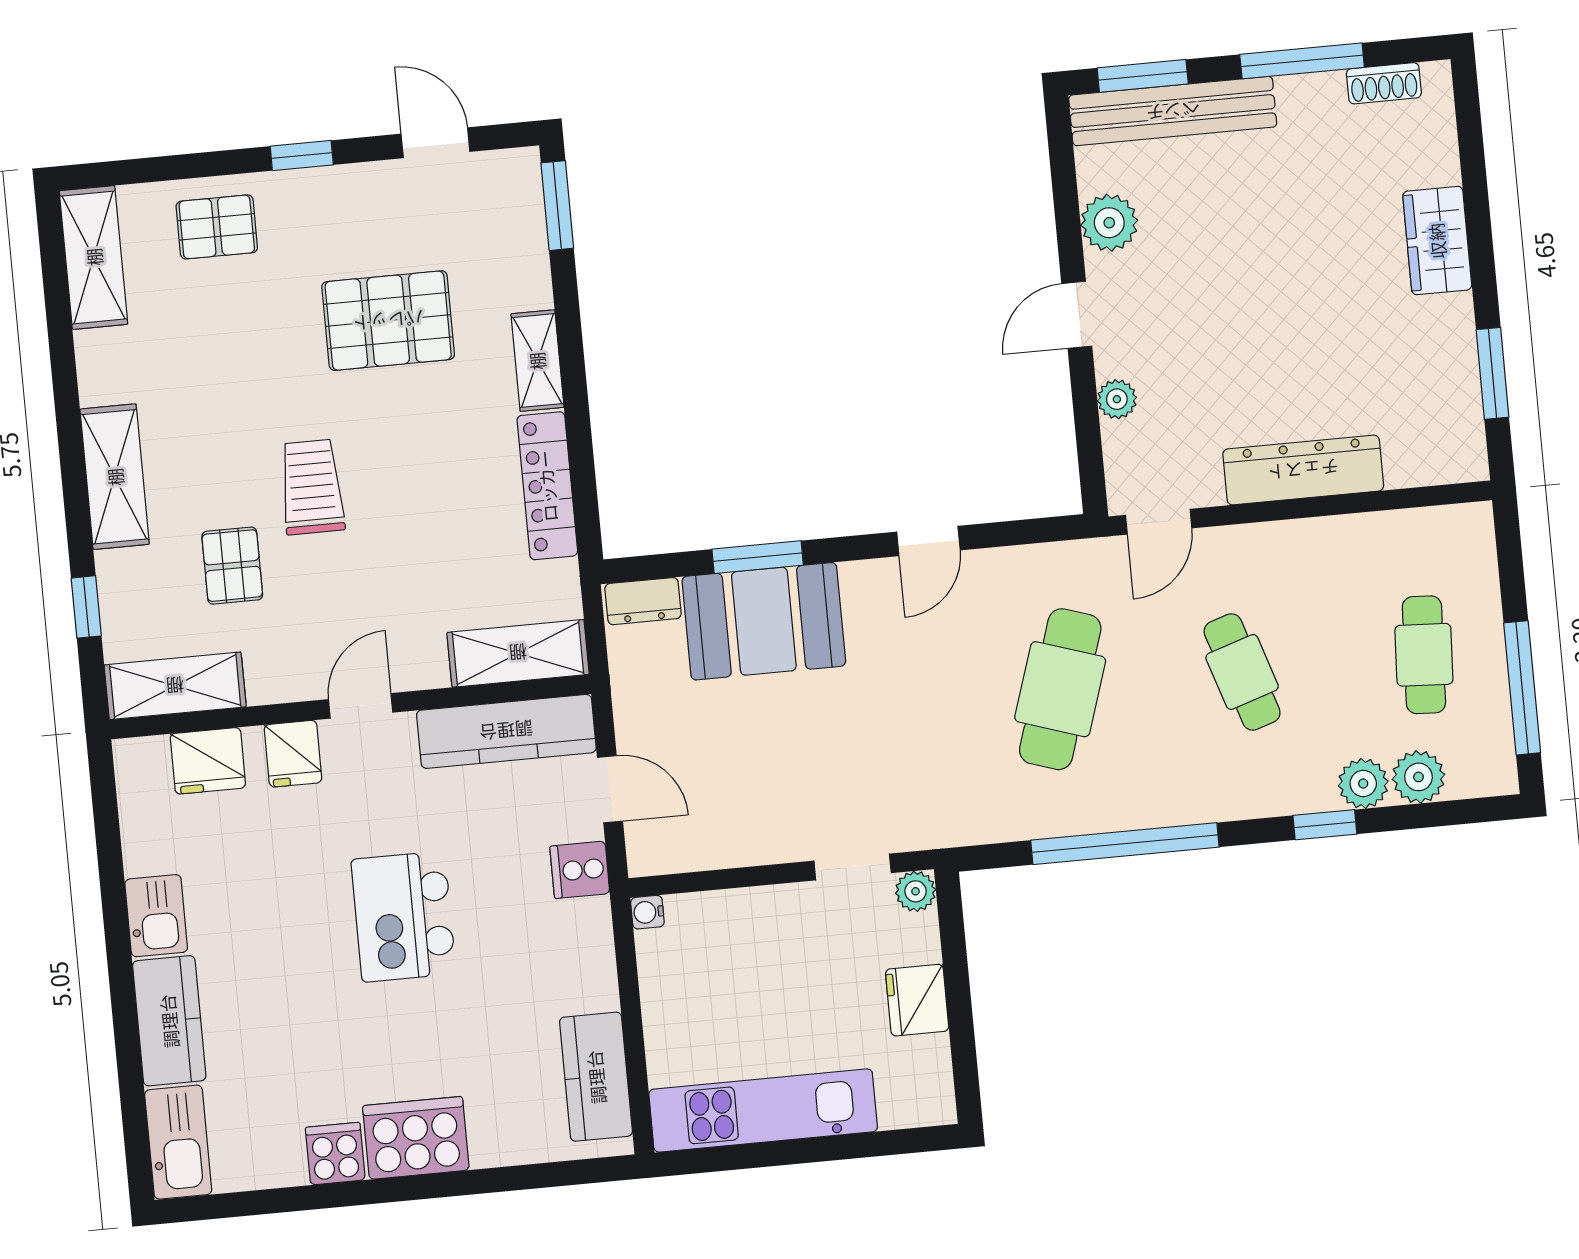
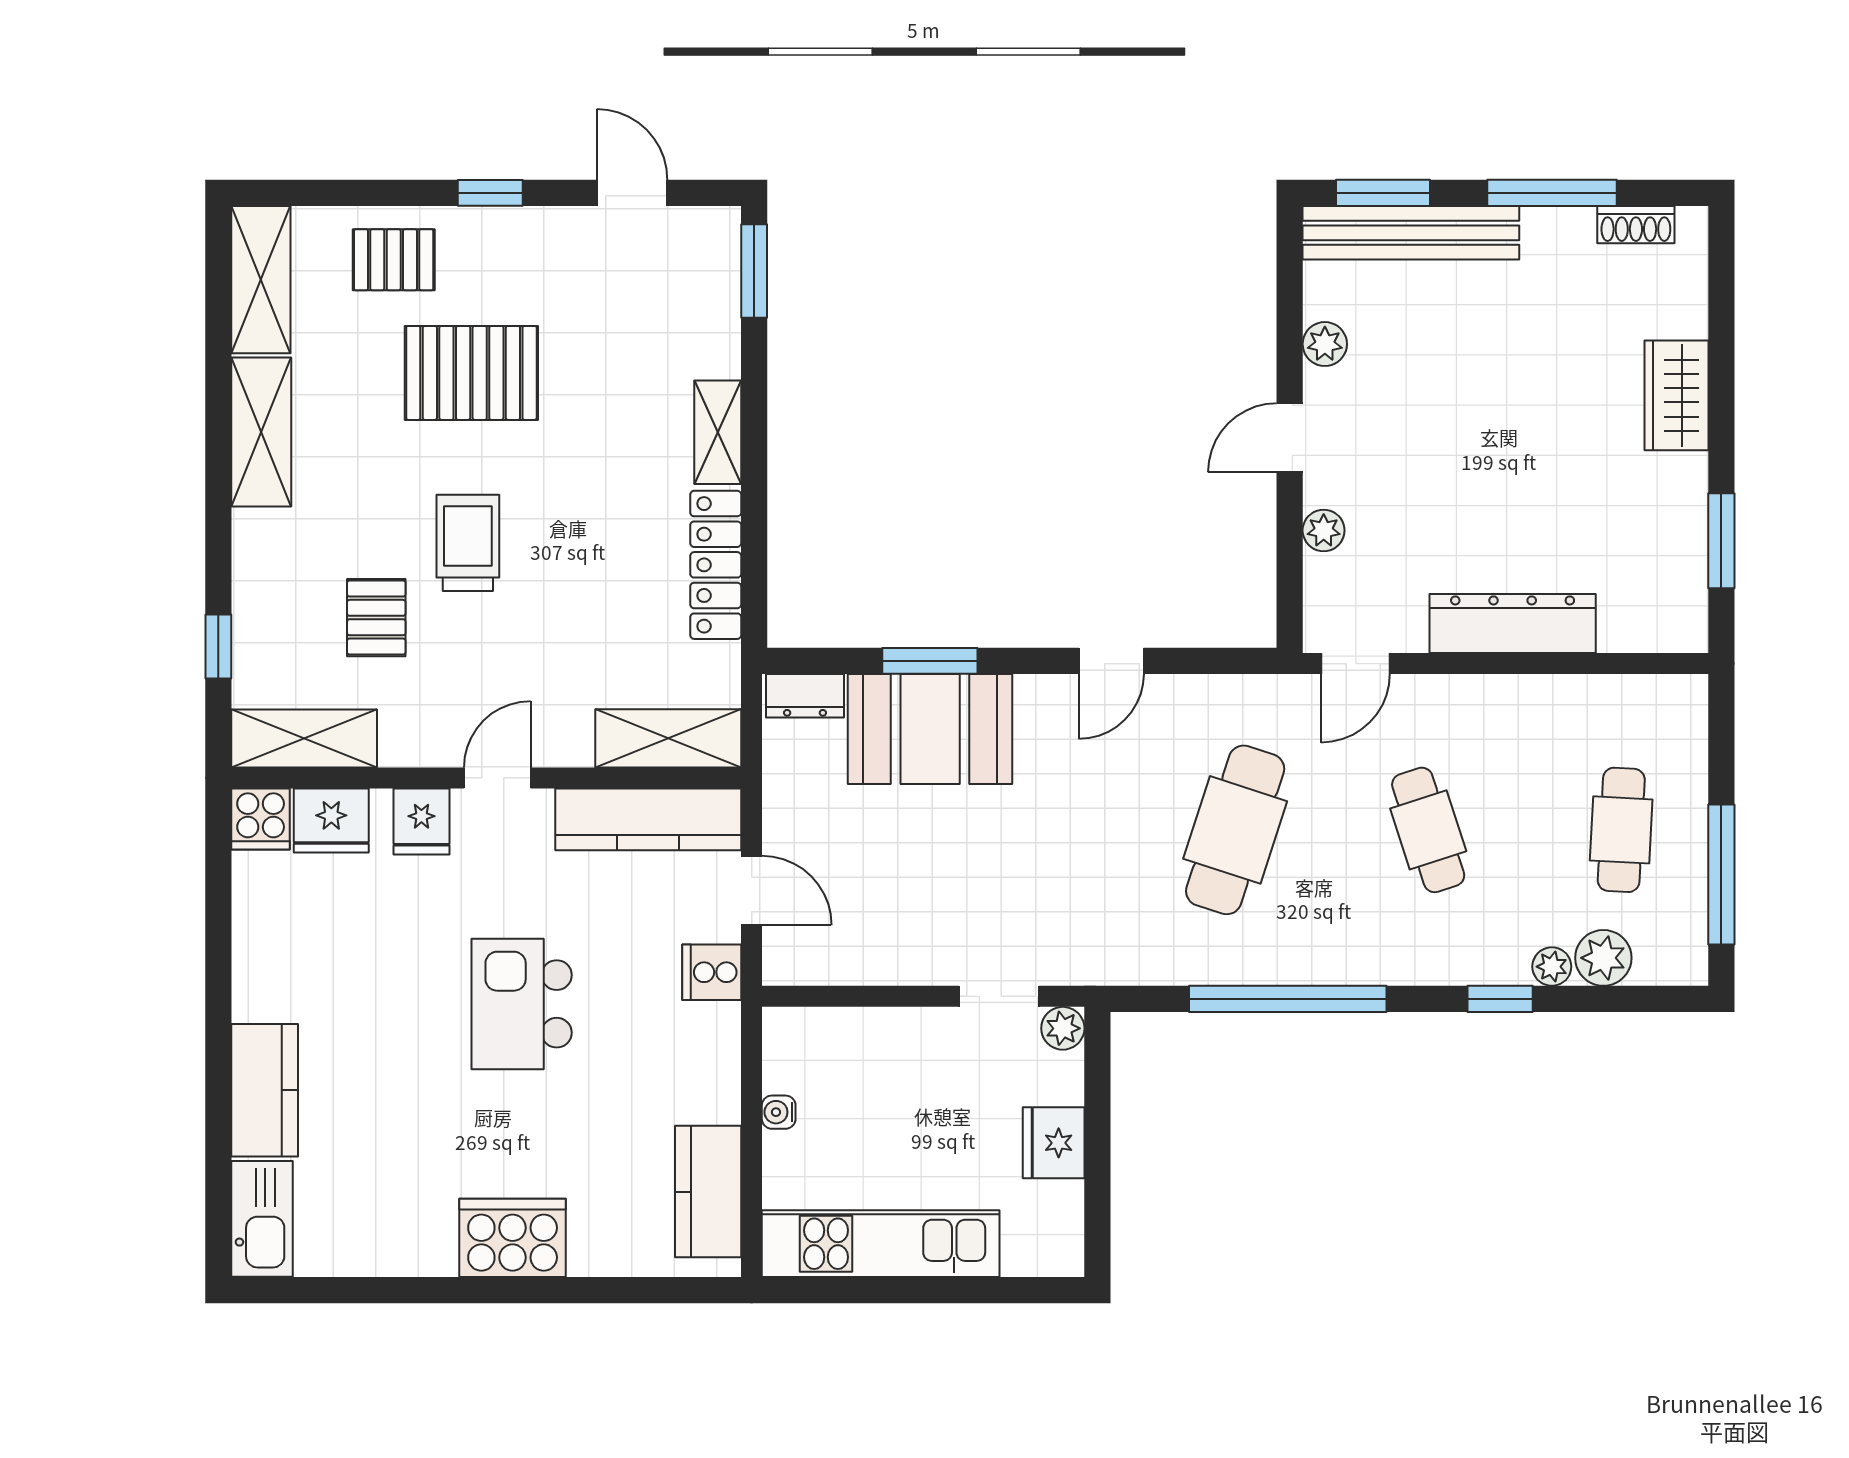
plant: (1109, 223) -> (1325, 344), width x0.73, depth x0.73
pallet: (388, 321) -> (471, 373), moved
shelving: (115, 477) -> (261, 432), moved
plant: (1363, 784) -> (1552, 967), width x0.73, depth x0.73
water cooler: (647, 912) -> (779, 1112), moved
kitchen sink: (156, 916) -> (261, 978), removed
cooker: (335, 1154) -> (261, 819), moved, turned 180

